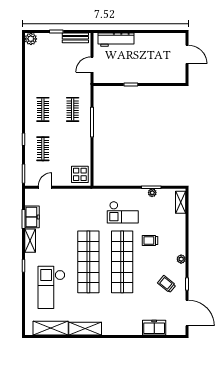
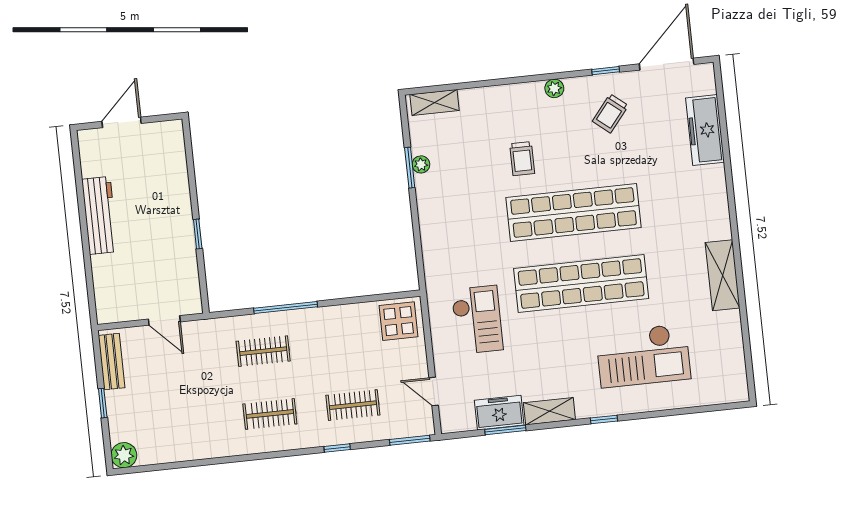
workbench: (116, 40) -> (100, 215), moved
checkout: (123, 212) -> (477, 320), moved
shelving: (51, 328) -> (729, 348), removed
freezer: (154, 328) -> (705, 130), width x1.40

